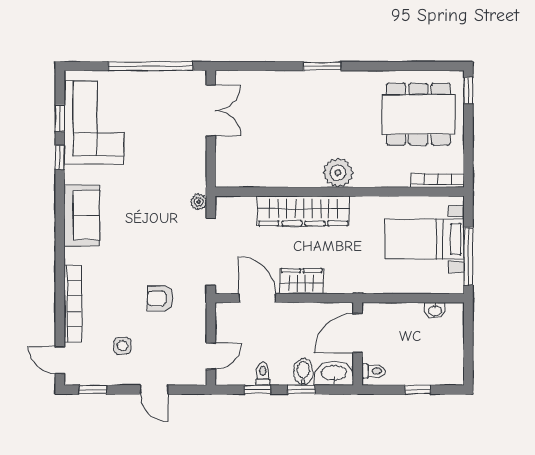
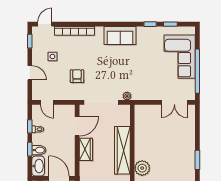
corner sofa: (94, 123) -> (180, 57), moved, turned 90
door: (154, 390) -> (30, 73), swing flipped

